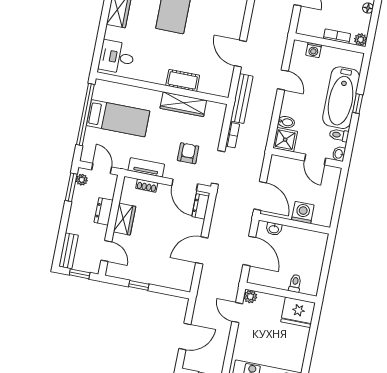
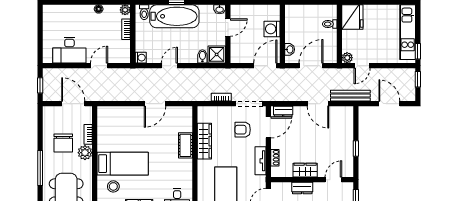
washing machine: (314, 50) -> (141, 58), moved
bench: (242, 99) -> (350, 96), moved
toilet: (339, 135) -> (144, 12), moved

